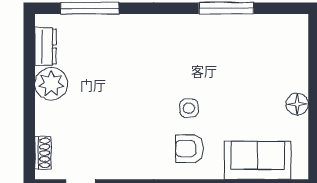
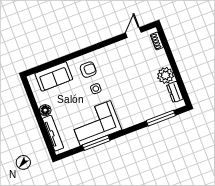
corner sofa: (214, 45) -> (95, 123), added
tv unit: (299, 56) -> (53, 133), added

